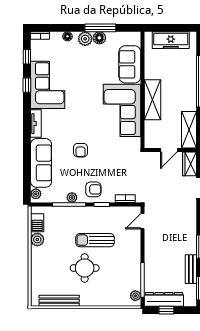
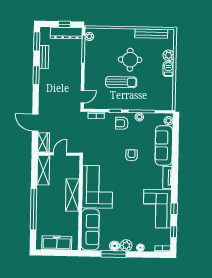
sofa: (130, 64) -> (90, 229), width x1.36
barbecue: (37, 223) -> (168, 69), moved
plant: (37, 240) -> (169, 55), moved

